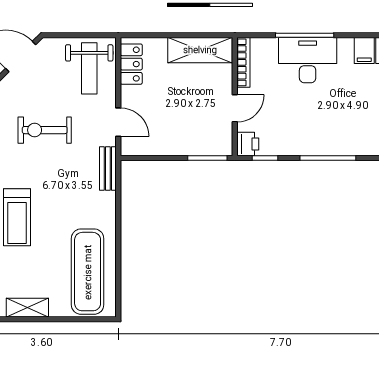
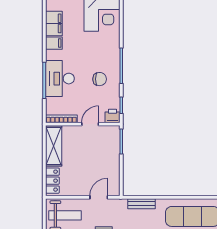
locker: (131, 64) -> (52, 181), moved, turned 90
door: (235, 108) -> (90, 124), hinge flipped
chair: (307, 123) -> (100, 79), added
bench: (108, 169) -> (141, 204), moved

